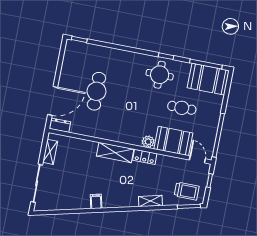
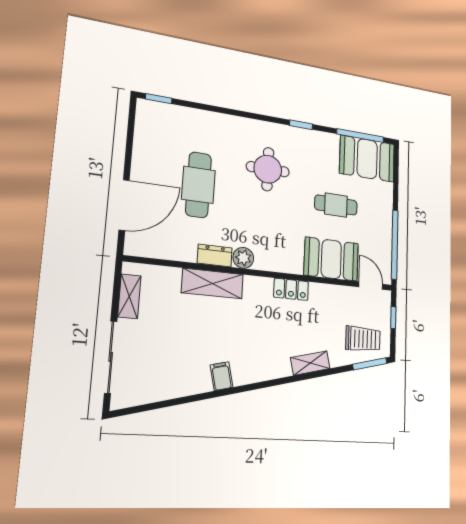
round table: (160, 75) -> (268, 169), moved
dresser: (60, 125) -> (215, 256), moved
plant: (148, 142) -> (243, 258), moved
shelving: (115, 152) -> (213, 284), moved

